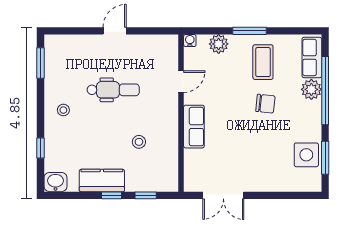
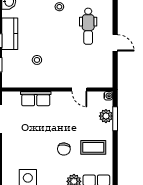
window: (249, 31) -> (115, 119), moved
dental chair: (113, 90) -> (88, 26), moved
row of seats: (194, 127) -> (36, 99), moved

